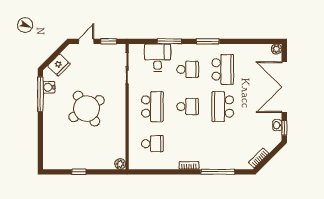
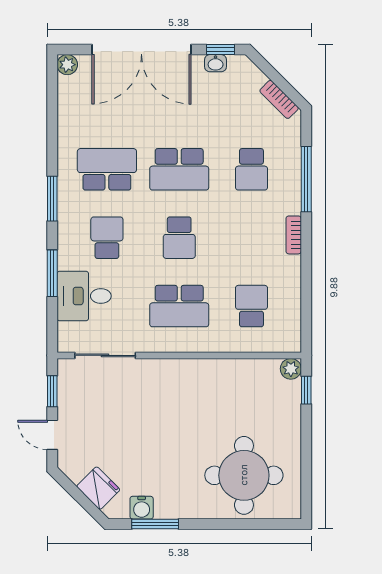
window: (40, 94) -> (155, 524), width x0.69
school desk: (152, 107) -> (179, 306), turned 180
school desk: (188, 107) -> (179, 238), turned 180
round table: (87, 109) -> (244, 475), moved, turned 33
school desk: (223, 144) -> (251, 169), added
window: (79, 172) -> (306, 390), moved

